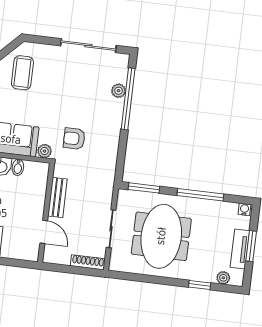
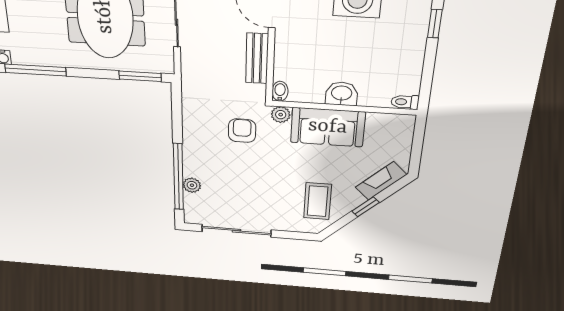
armchair: (74, 139) -> (242, 131), turned -90
bidet: (18, 167) -> (280, 91), moved
window: (200, 195) -> (35, 70), moved

